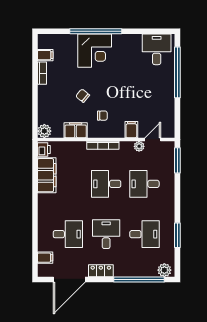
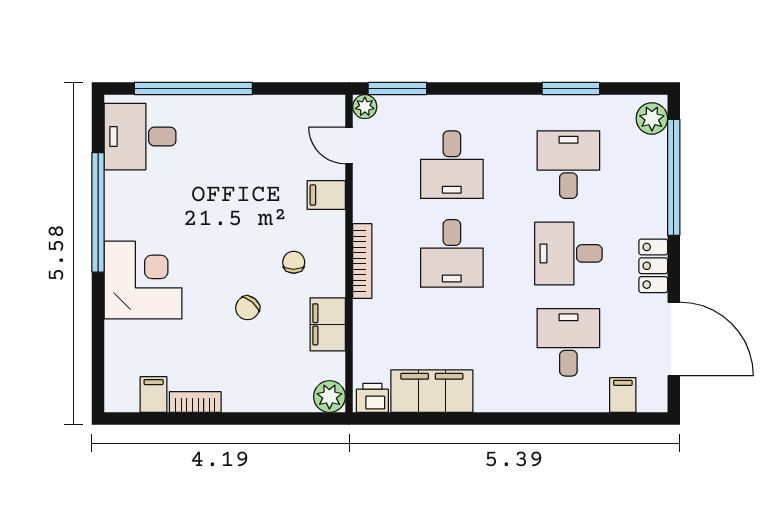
window: (96, 31) -> (98, 212), moved
plant: (139, 146) -> (365, 107), moved

